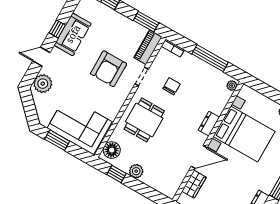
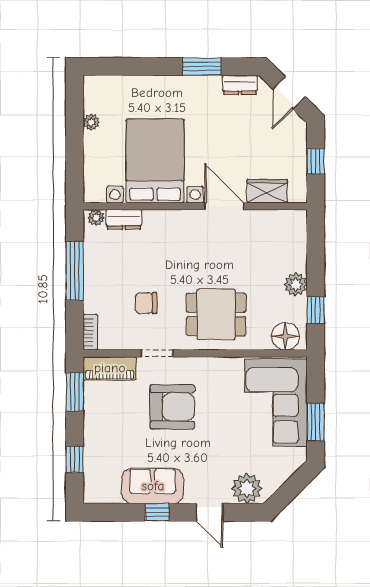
dresser: (209, 124) -> (124, 219), moved

